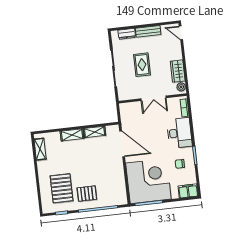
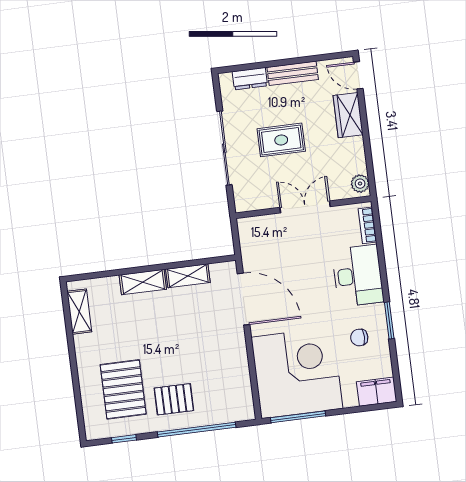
rug: (142, 65) -> (281, 140), turned 90
wardrobe: (178, 71) -> (348, 115), moved
double door: (154, 98) -> (305, 207), swing flipped

